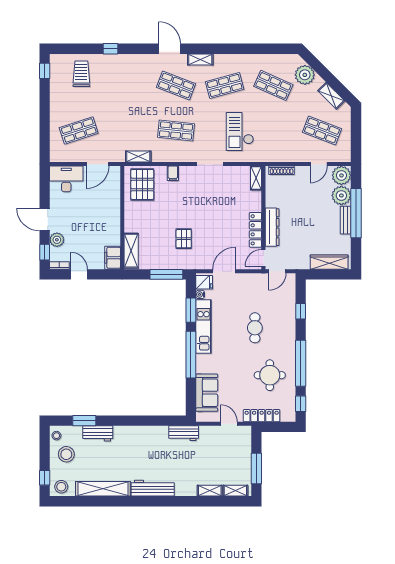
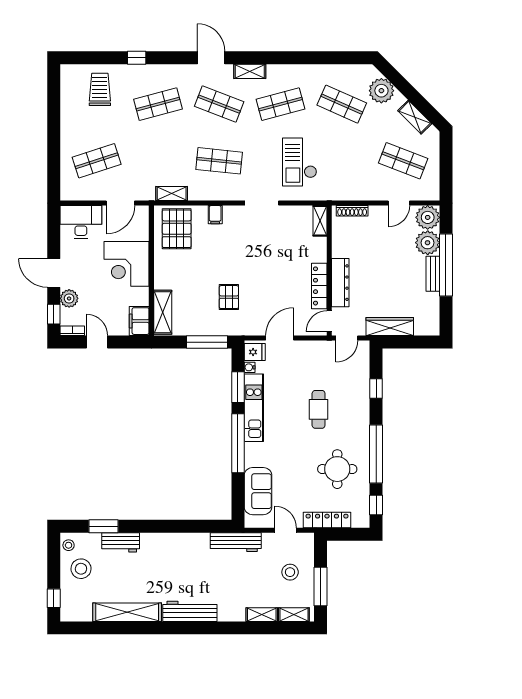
window: (45, 71) -> (54, 86), removed
shop shelf: (127, 85) -> (158, 104), added
corner desk: (102, 212) -> (127, 264), added
wardrobe: (329, 262) -> (390, 327), moved
workbench: (184, 433) -> (236, 542), width x1.38
stool: (61, 487) -> (290, 572), moved

